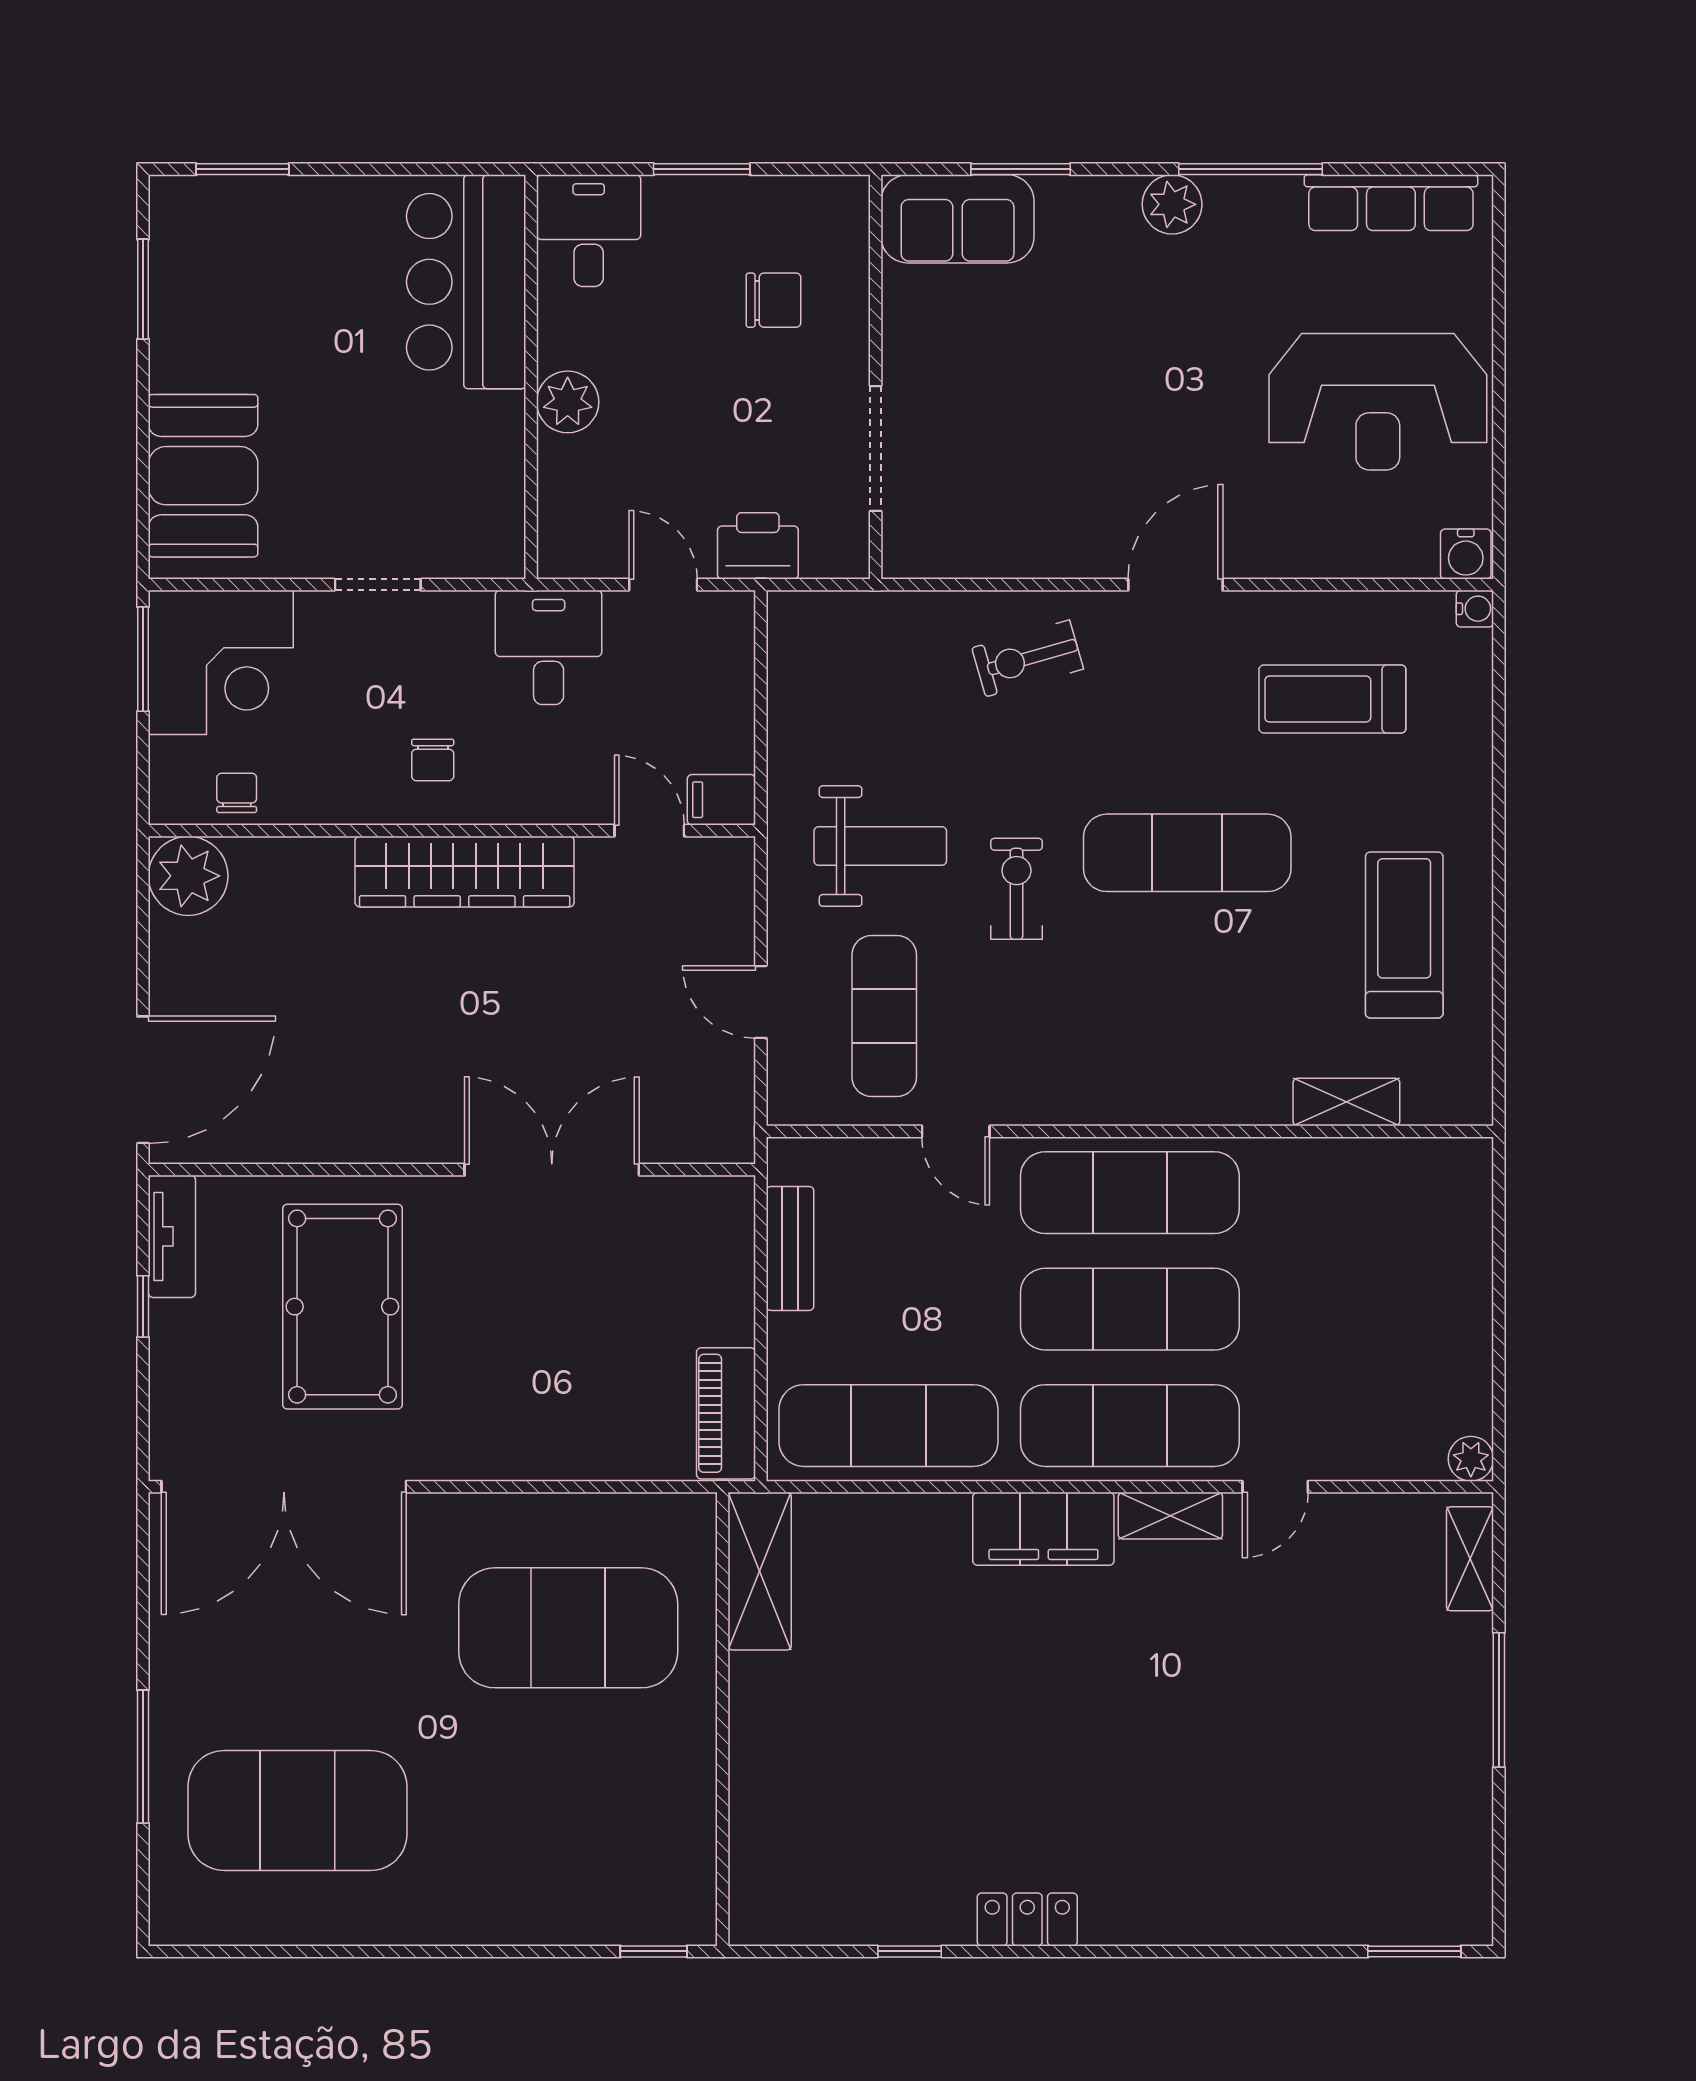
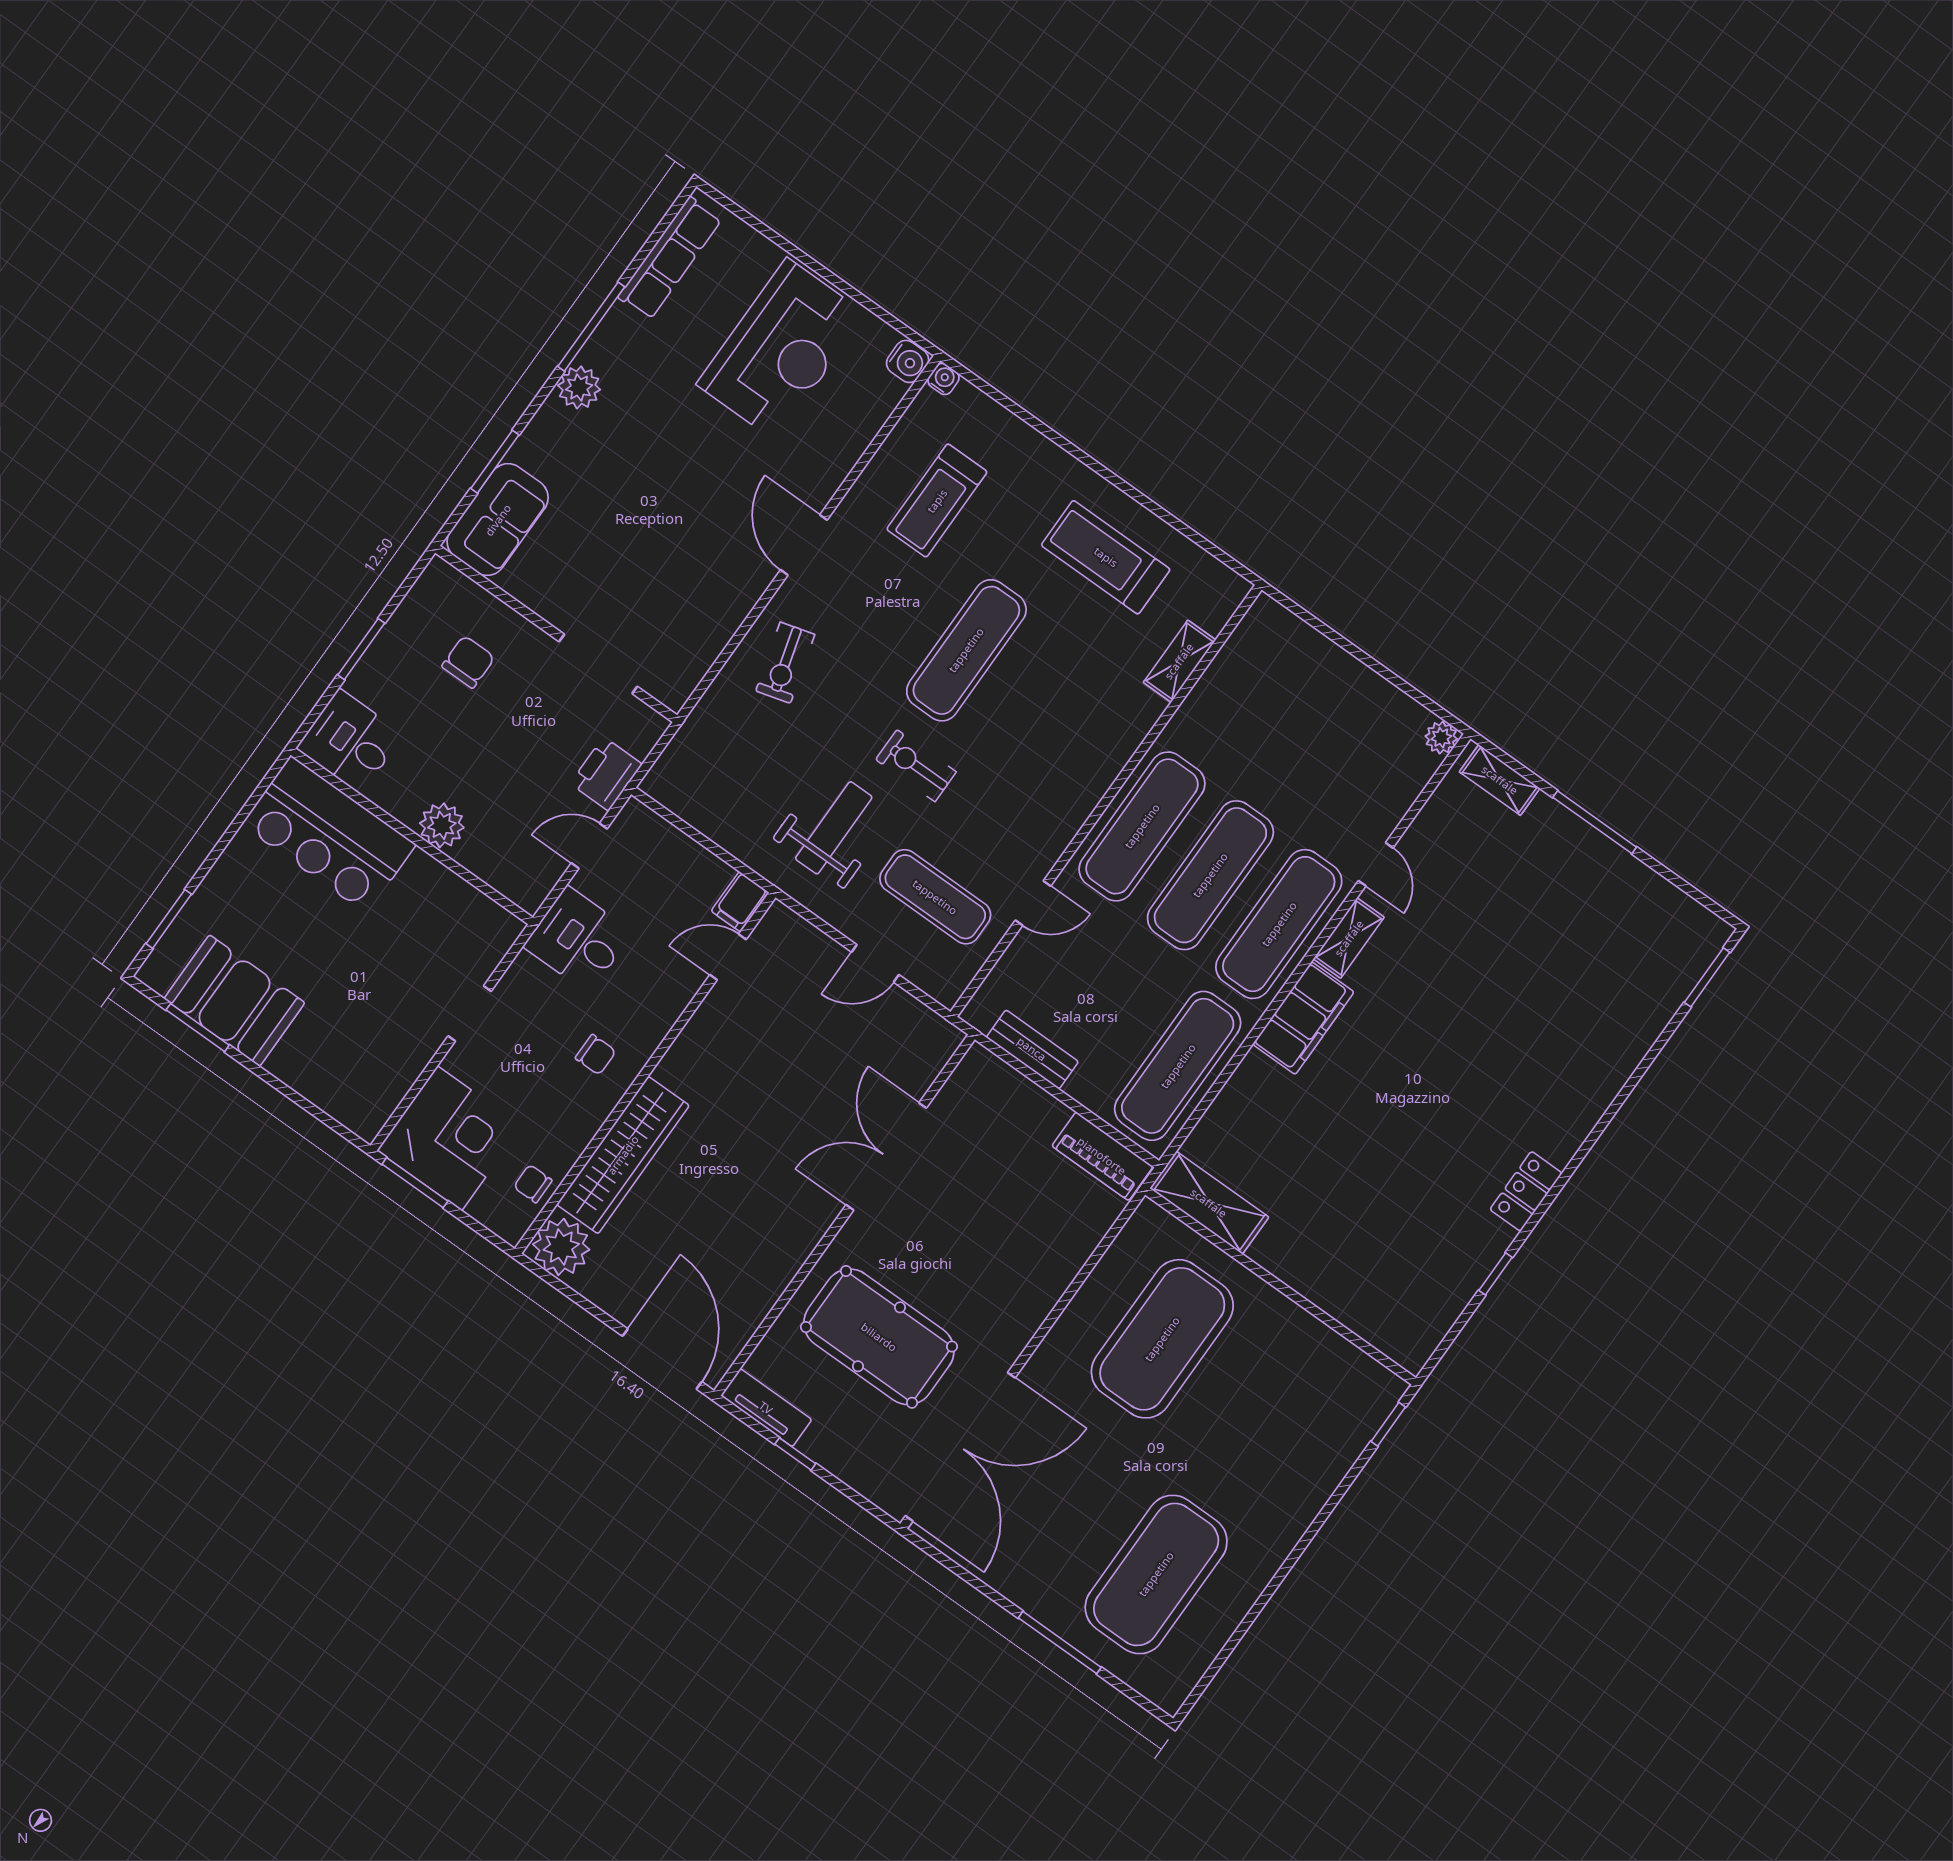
booth: (203, 476) -> (234, 1001), moved
wardrobe: (465, 872) -> (623, 1155), moved

